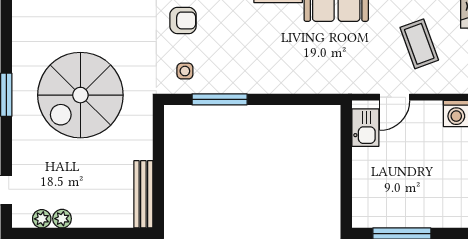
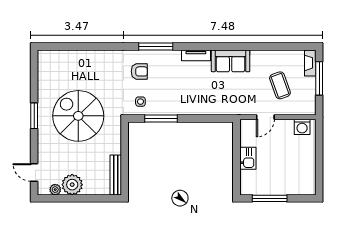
spiral stairs: (80, 95) -> (78, 116), turned 90
kitchen sink: (365, 128) -> (248, 158), moved
plant: (62, 219) -> (72, 185), width x1.87, depth x1.87

